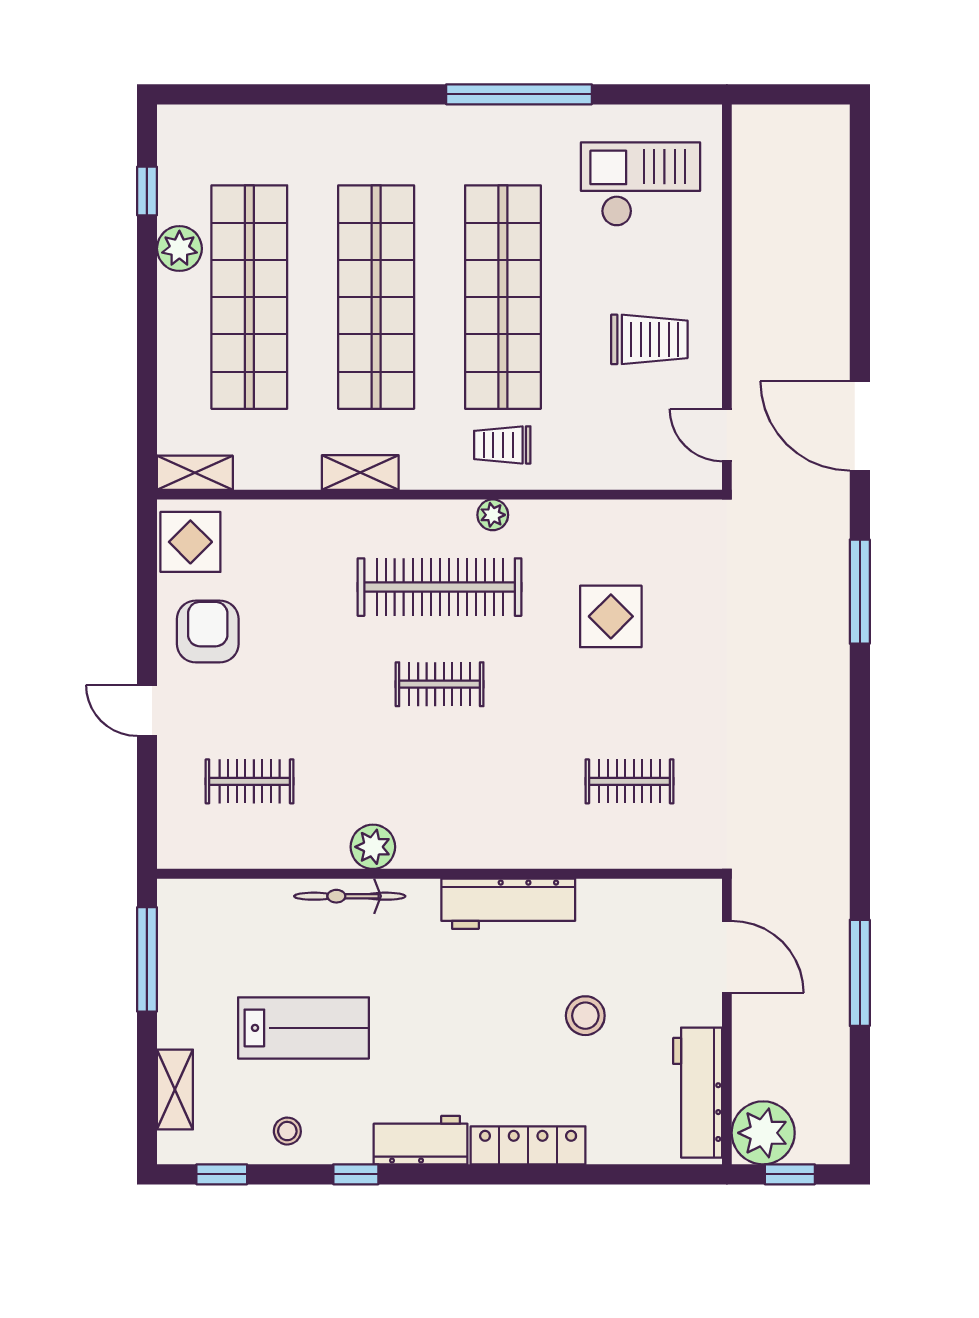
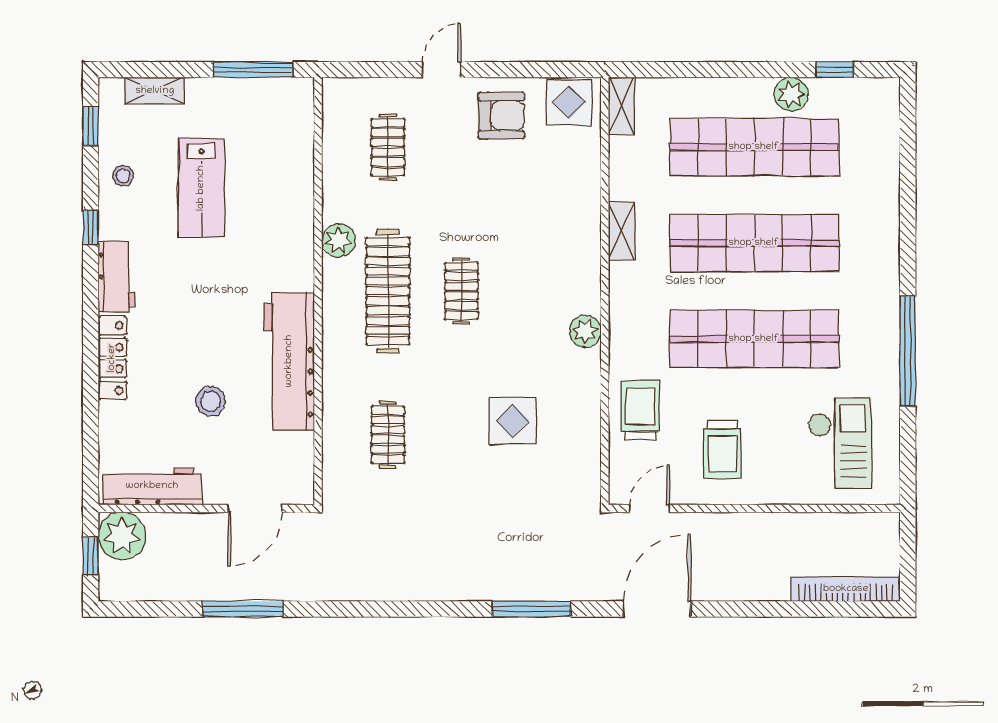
bookcase: (833, 176) -> (846, 589), added
trolley: (502, 445) -> (640, 411), moved, width x1.36, depth x1.39
plant: (493, 515) -> (585, 331), width x1.38, depth x1.38
clothes rail: (440, 587) -> (388, 291), moved
bicycle: (350, 896) -> (301, 223), removed
workbench: (508, 904) -> (289, 361), width x1.36, depth x1.32

